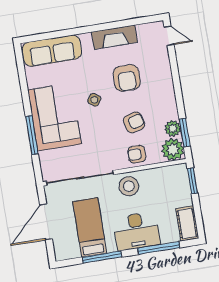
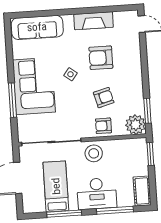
armchair: (127, 78) -> (101, 58), turned 90
plant: (173, 128) -> (137, 106), removed

